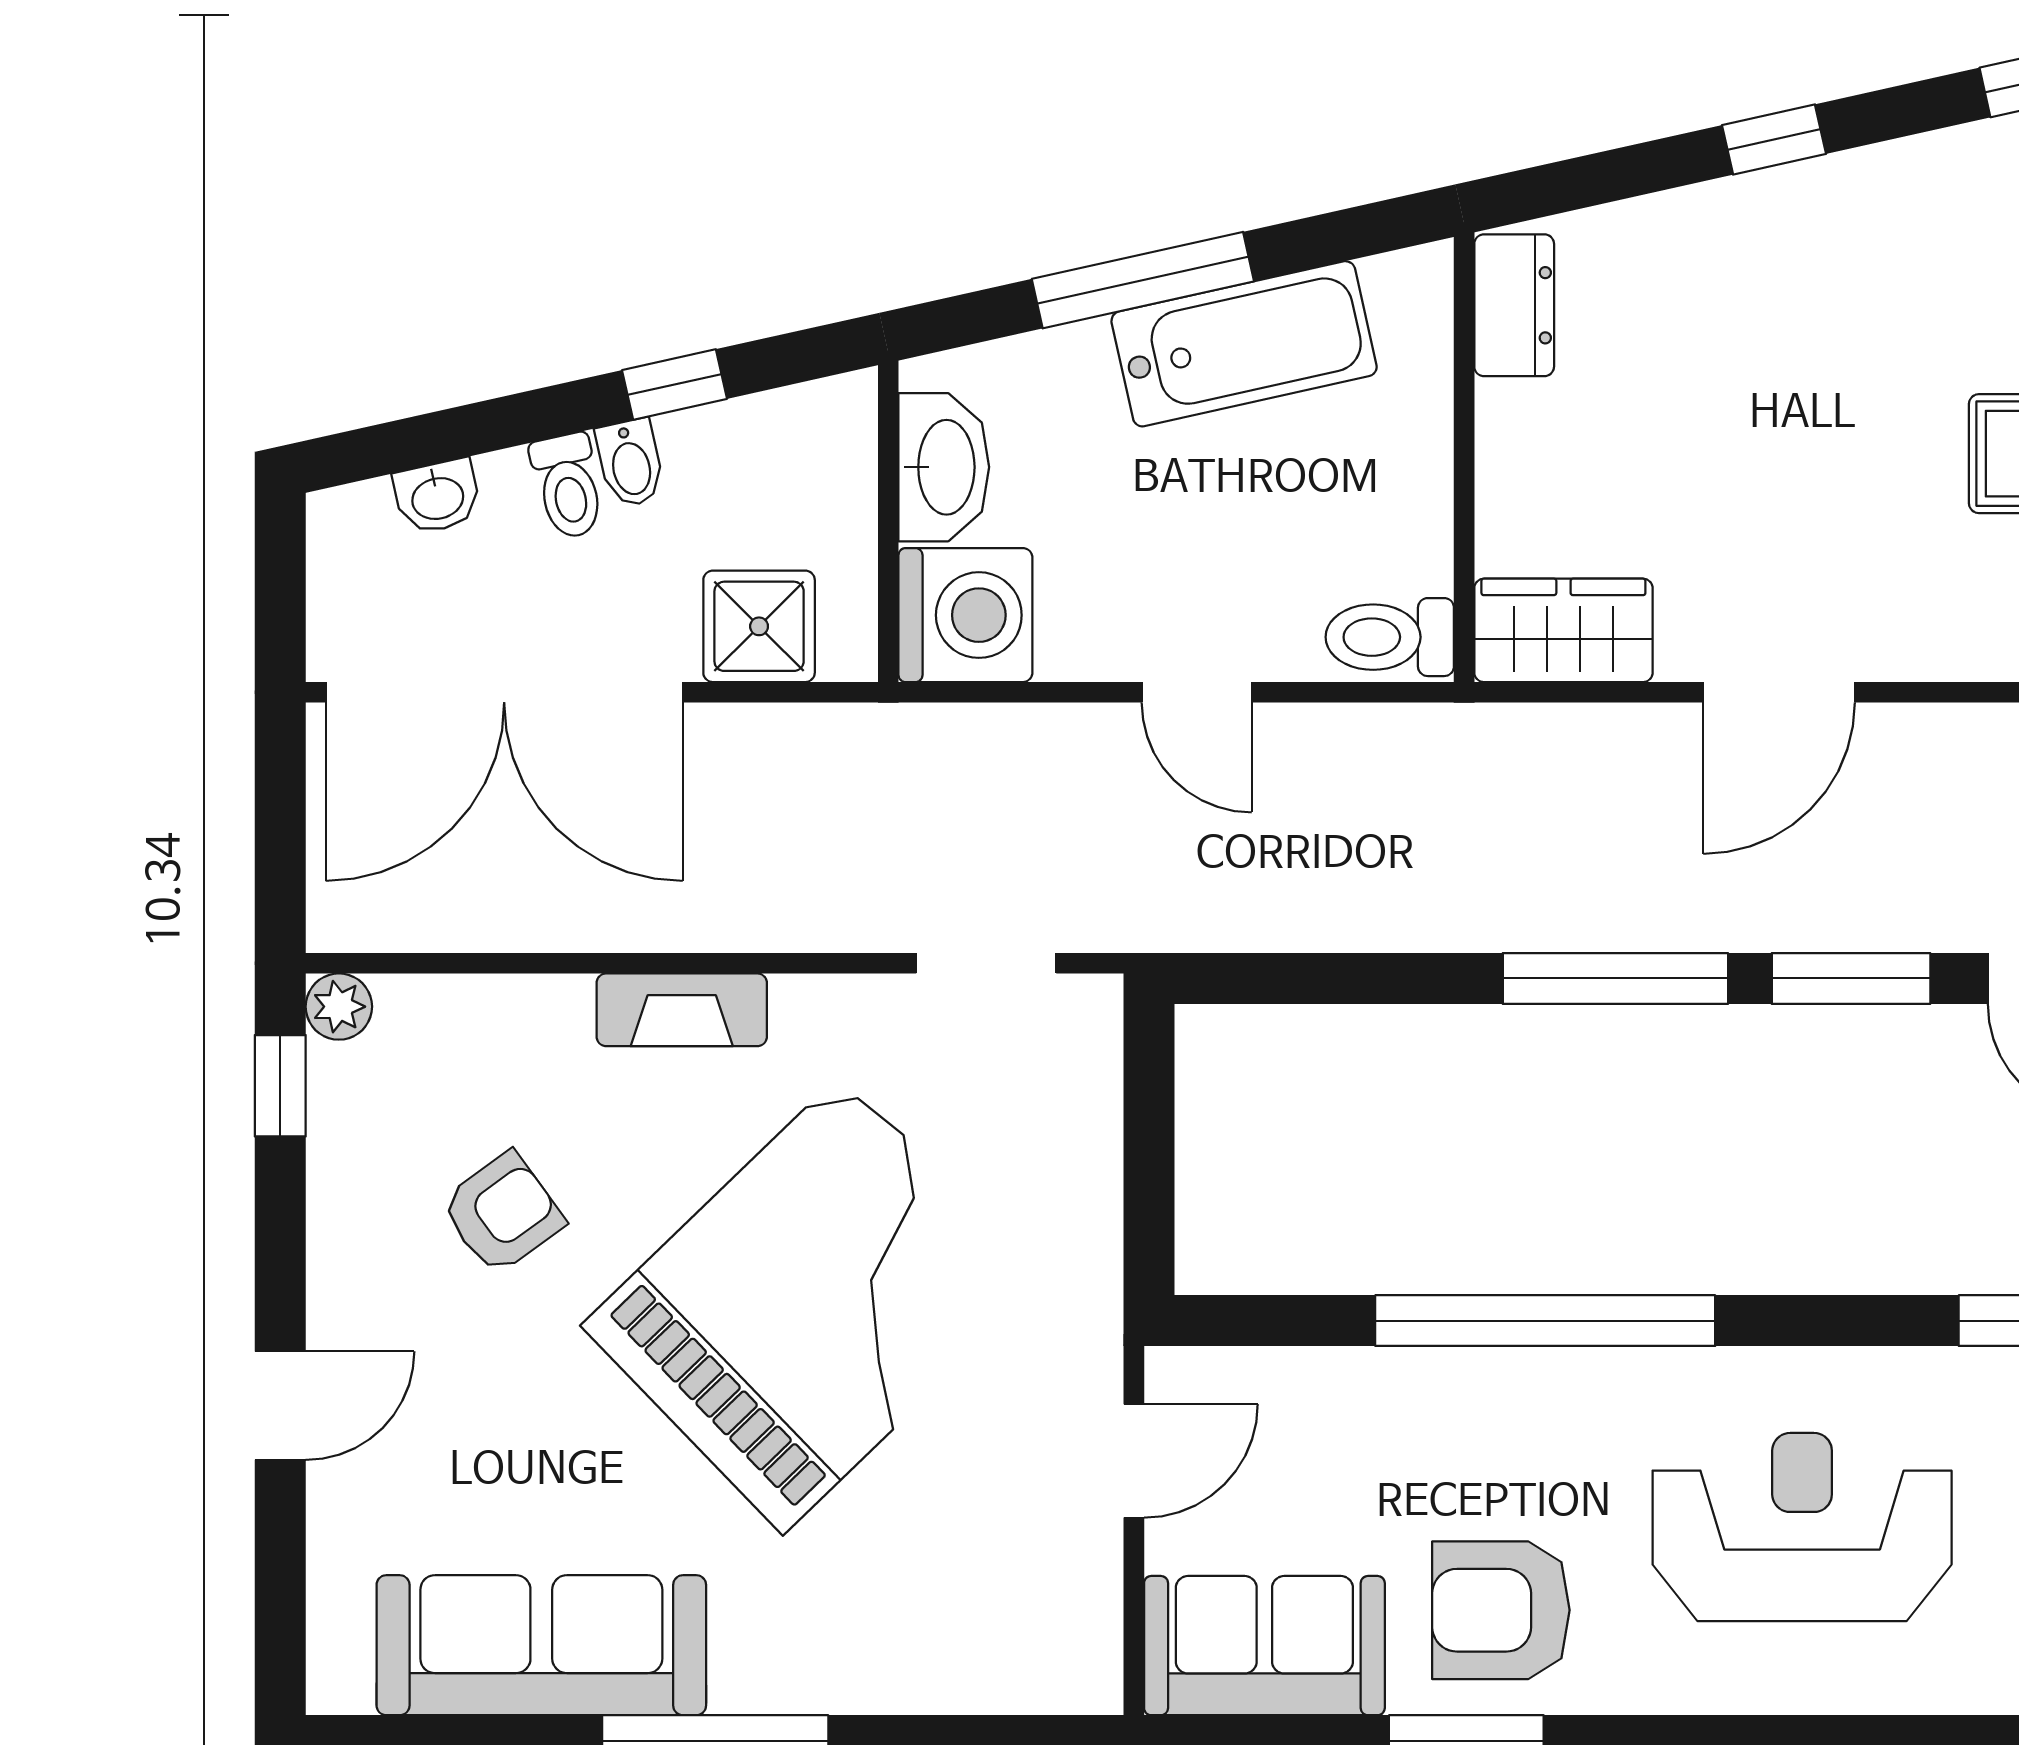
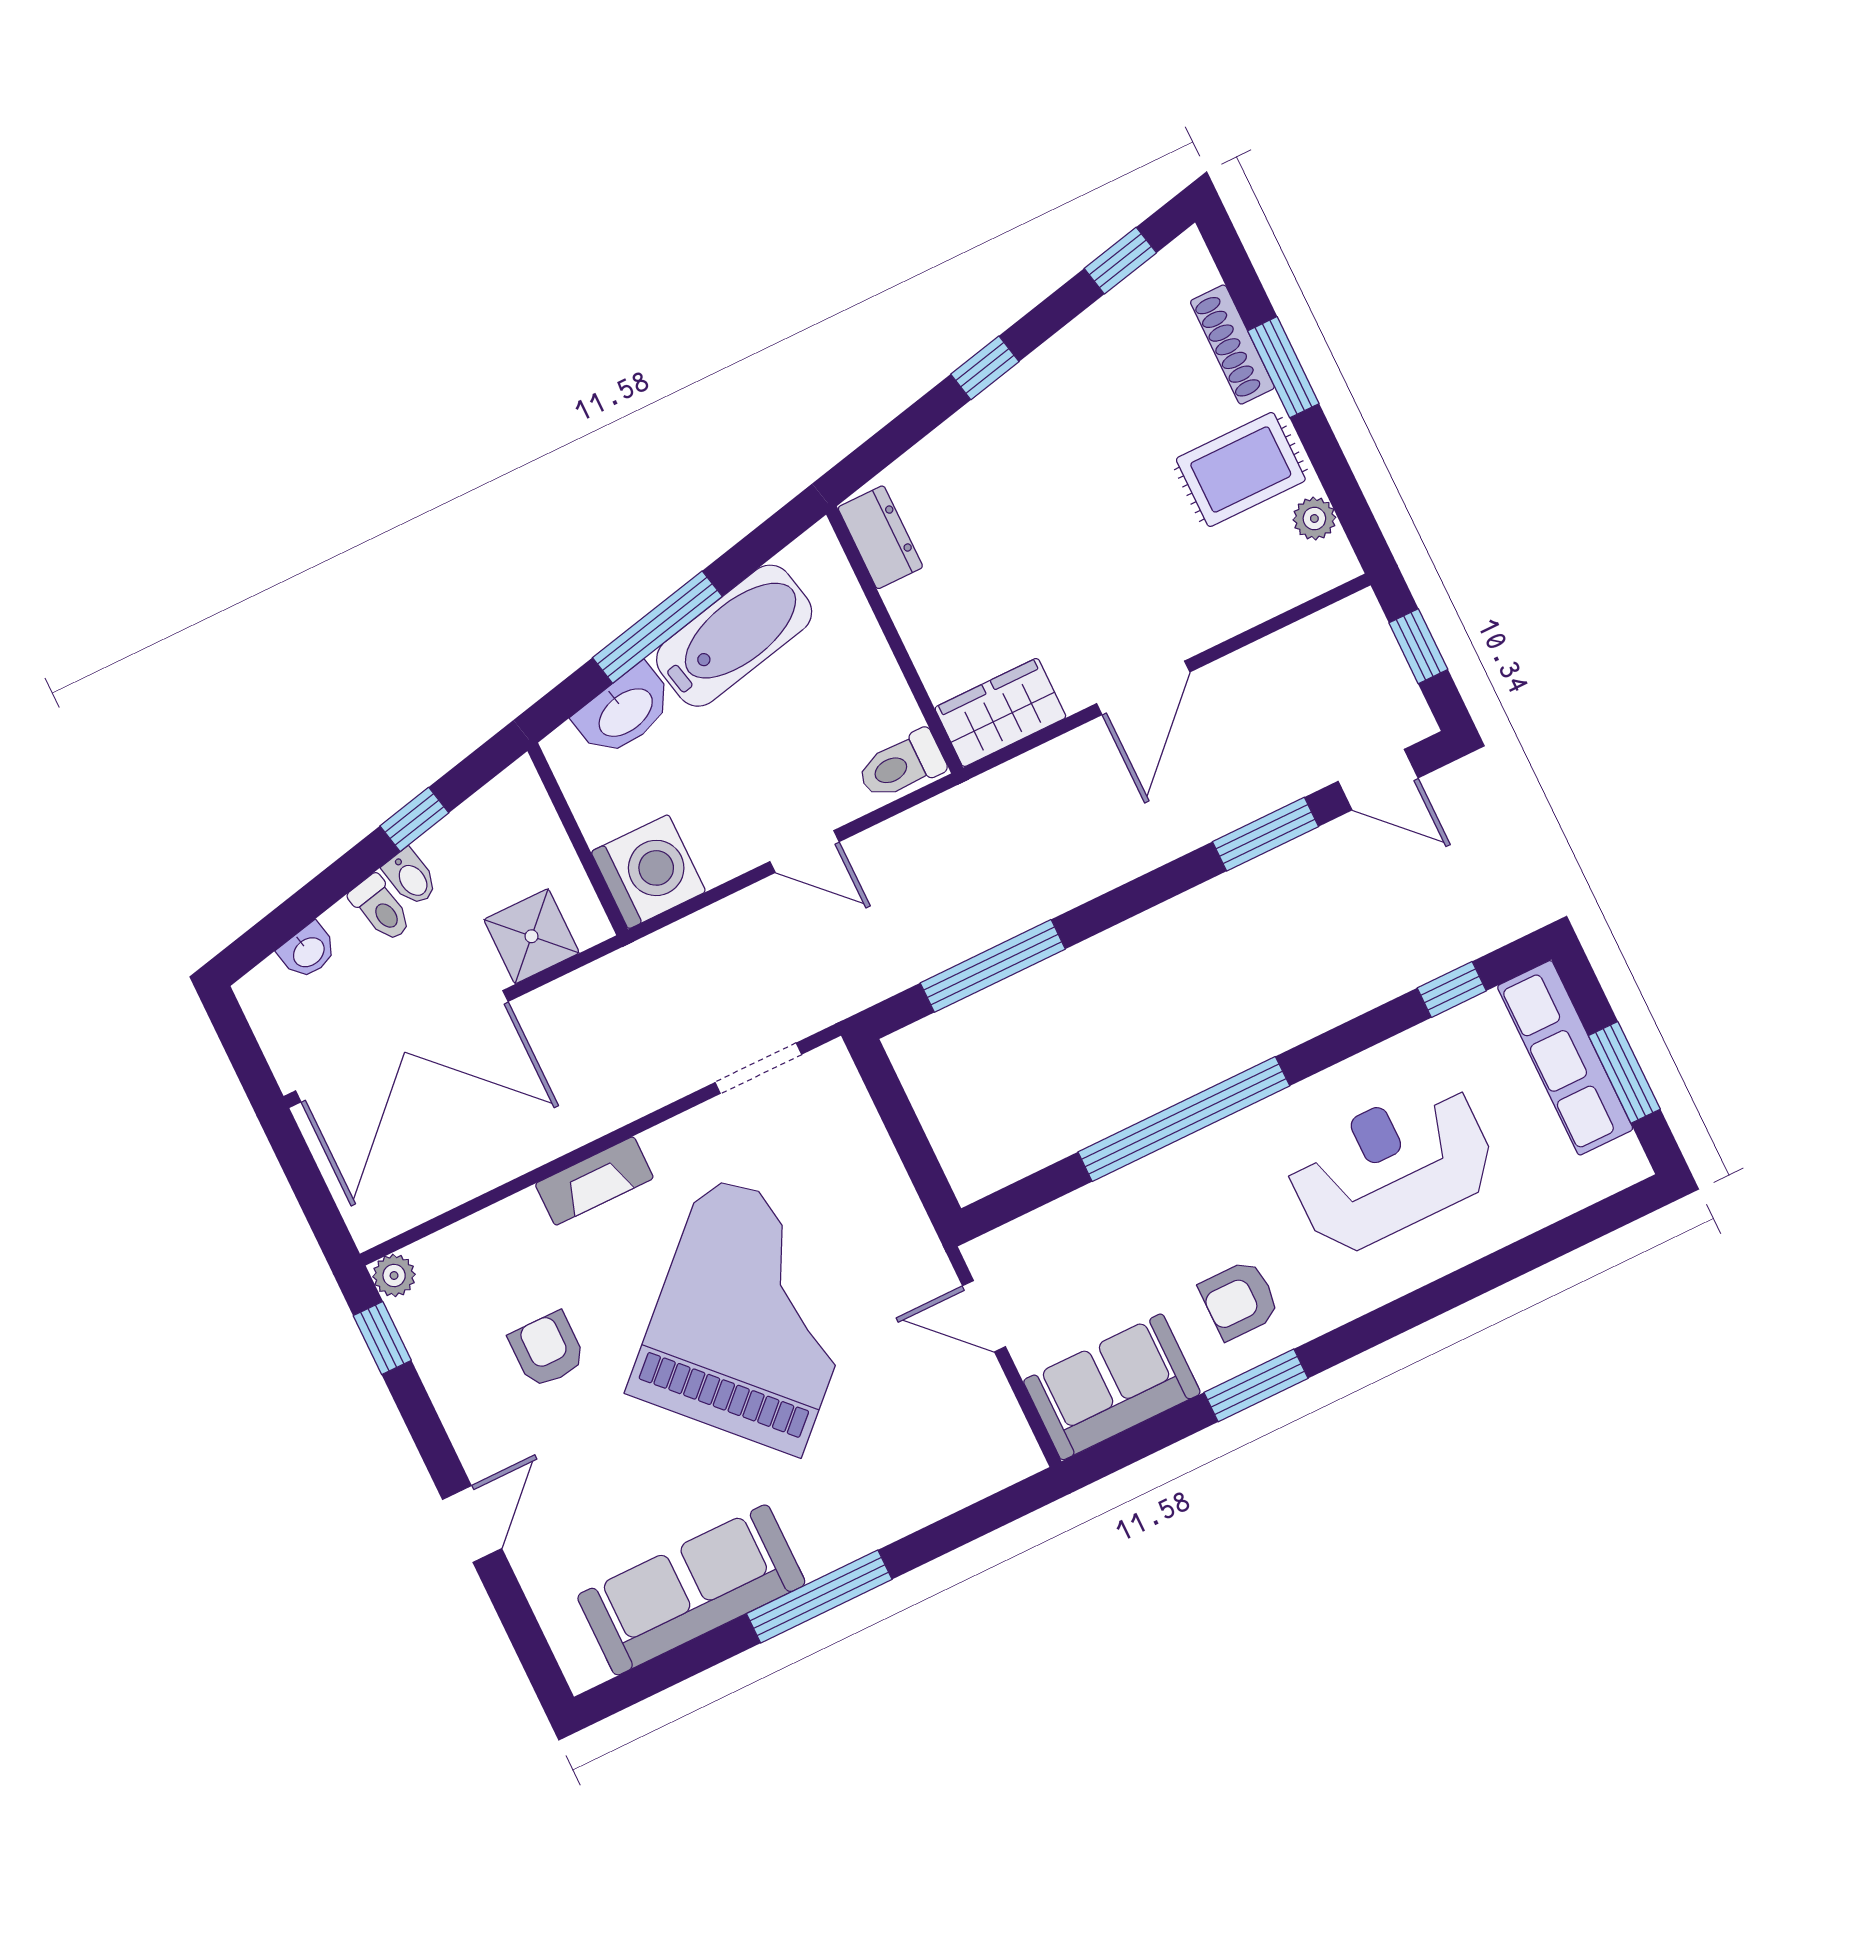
washbasin: (944, 467) -> (625, 711), moved, turned 77
window: (1615, 978) -> (993, 966), moved
armchair: (502, 1213) -> (547, 1350), turned -54
door: (1134, 1461) -> (984, 1316), swing flipped
armchair: (1501, 1610) -> (1239, 1300), width x0.72, depth x0.72

